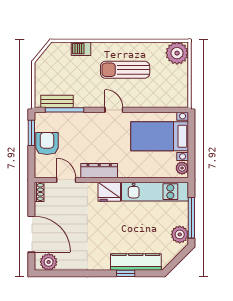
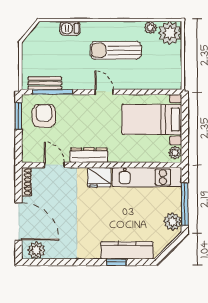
plant: (158, 48) -> (151, 28), added
armchair: (47, 144) -> (44, 116), moved
shoe rack: (39, 192) -> (26, 182), width x1.43

